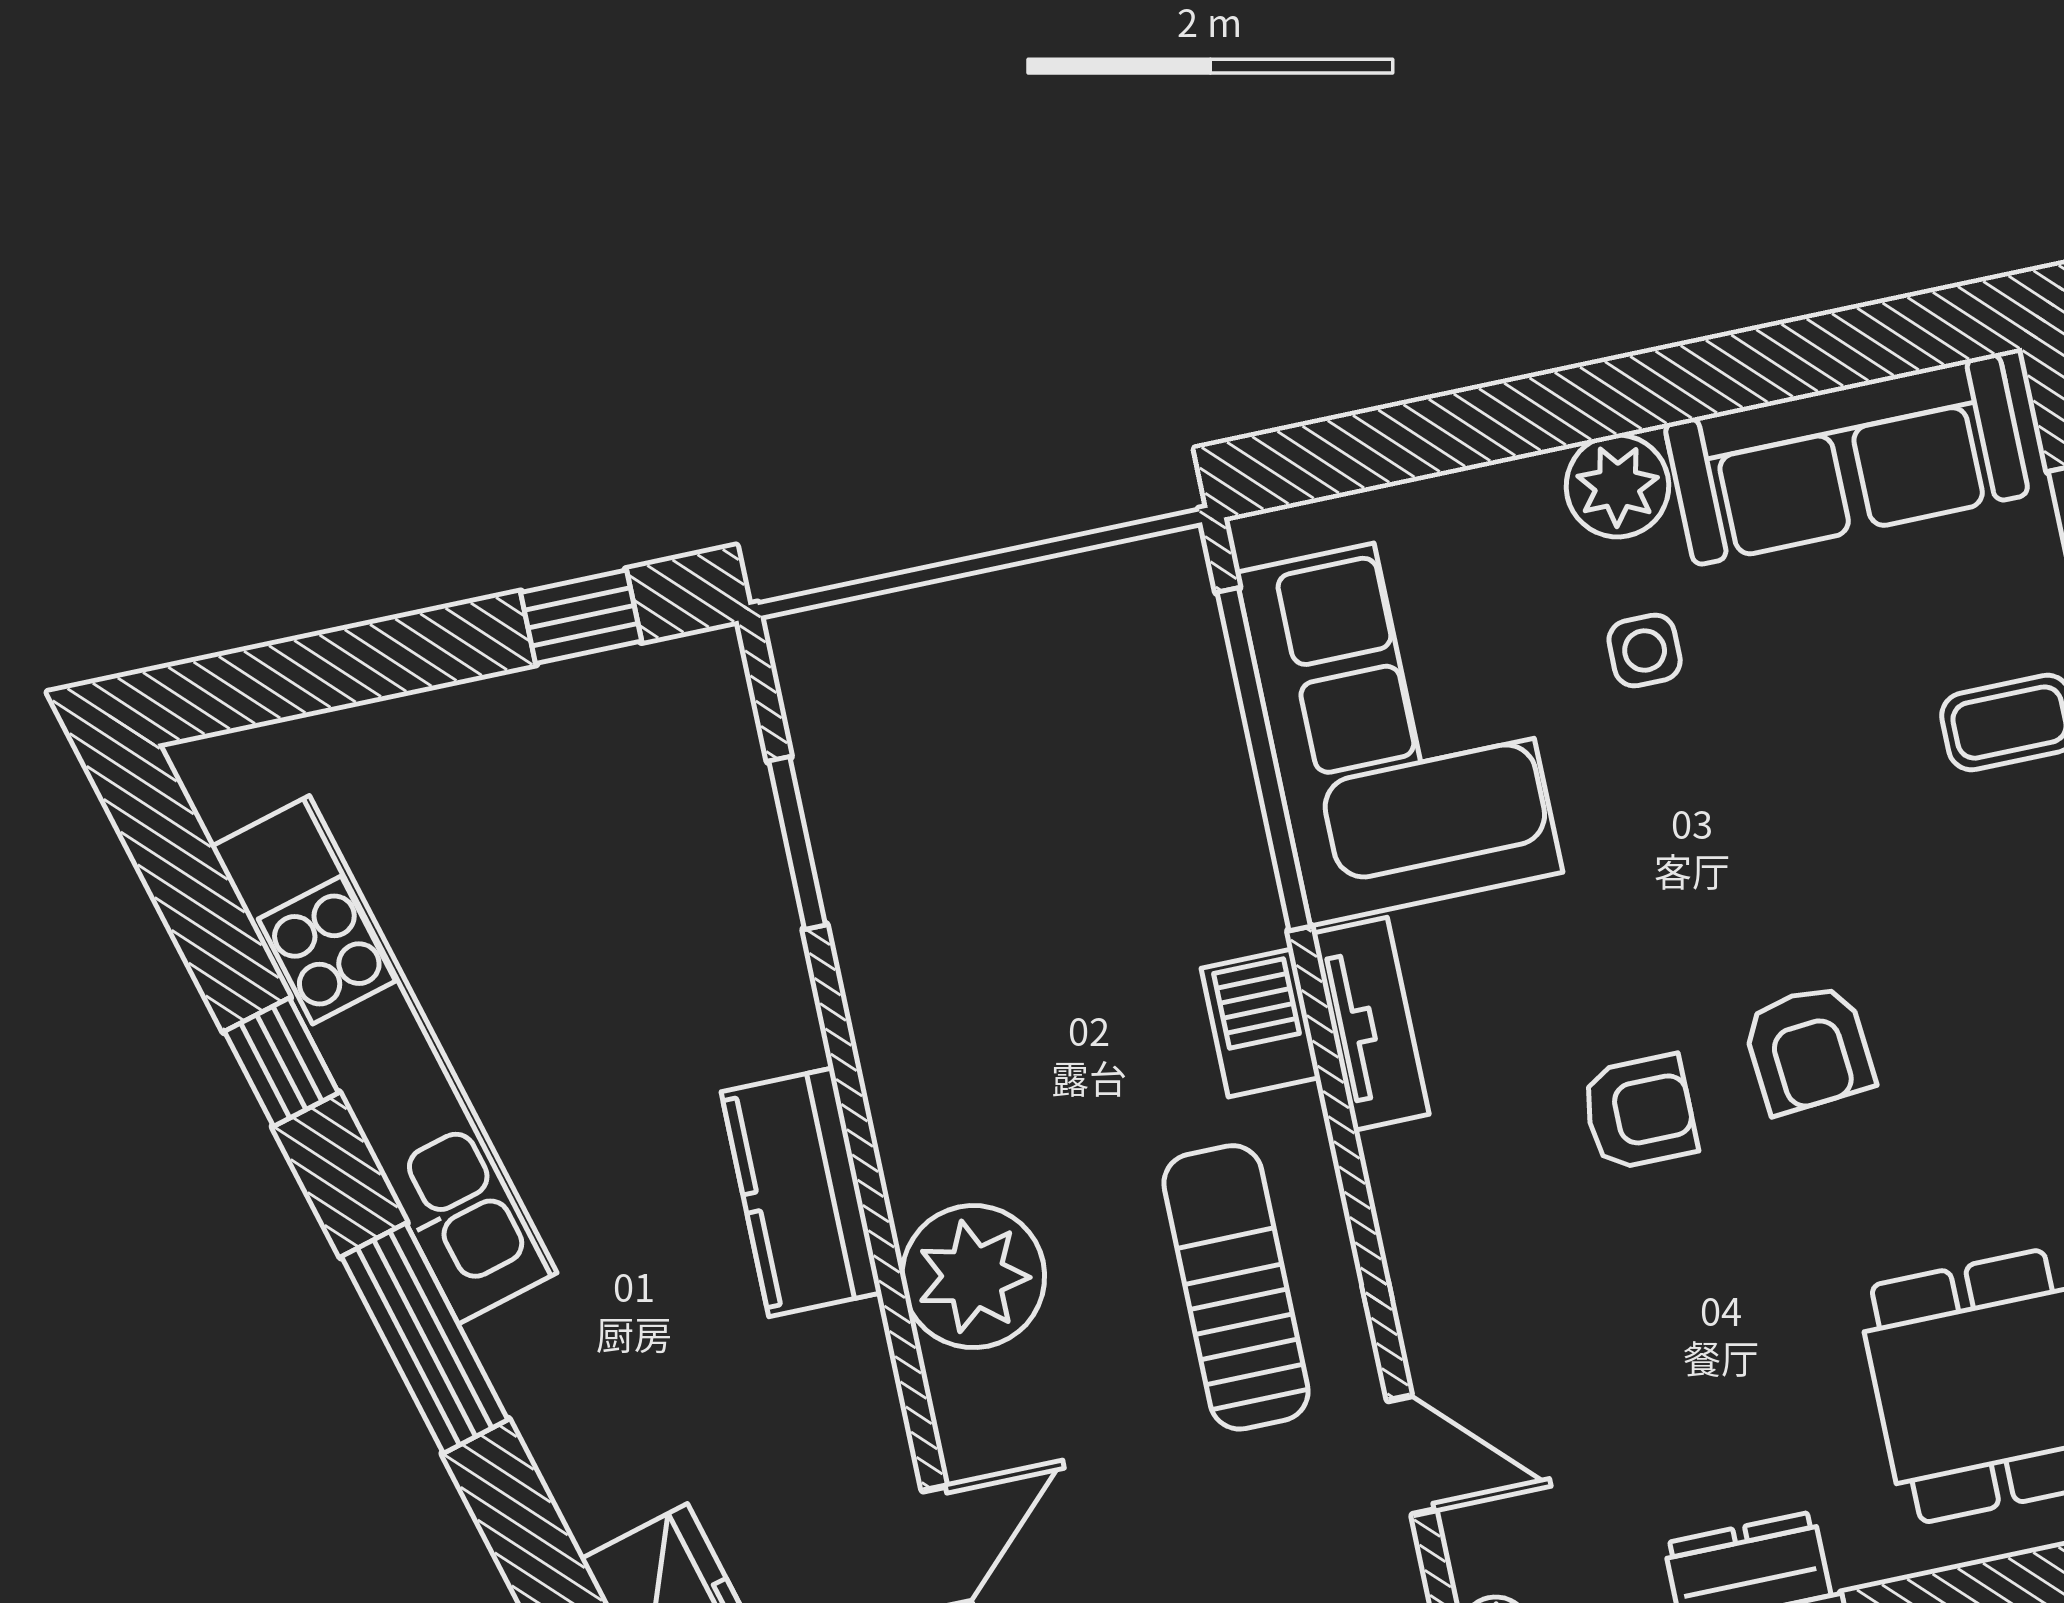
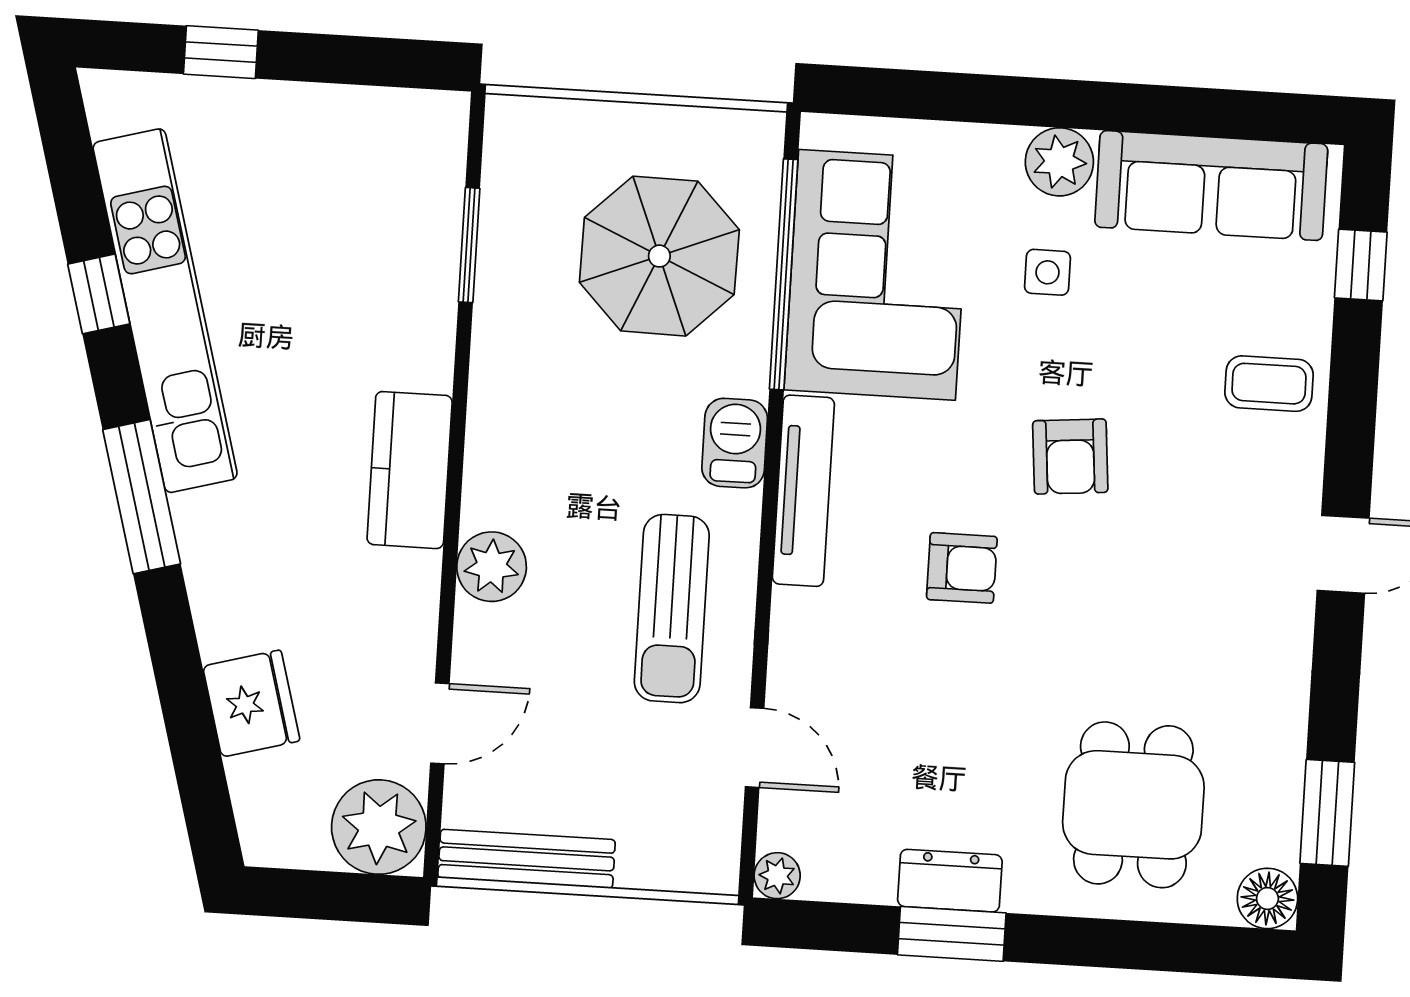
window: (581, 617) -> (221, 52), moved
parasol: (1077, 783) -> (659, 256), added
tv unit: (1370, 1024) -> (803, 491), width x1.41
armchair: (1808, 1049) -> (1070, 457), moved
plant: (973, 1277) -> (492, 567), width x0.73, depth x0.73
sun lounger: (1236, 1287) -> (672, 609), turned 180

